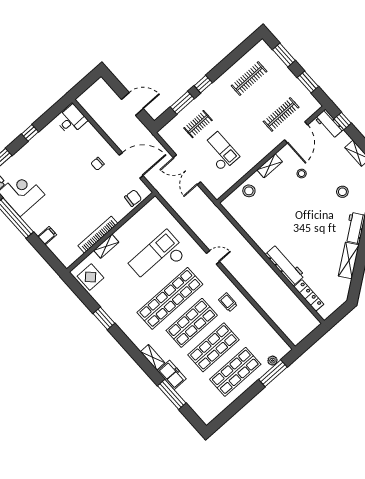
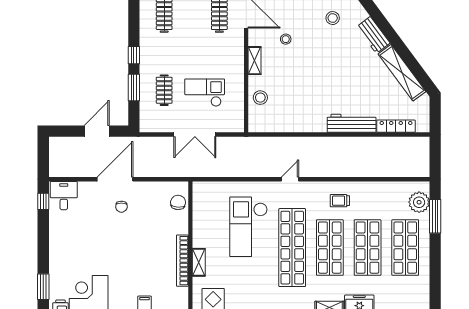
window: (30, 133) -> (43, 201), moved
door: (131, 165) -> (115, 179), moved
shelving: (349, 261) -> (402, 73), width x1.47
plant: (272, 361) -> (419, 202), width x1.88, depth x1.88

